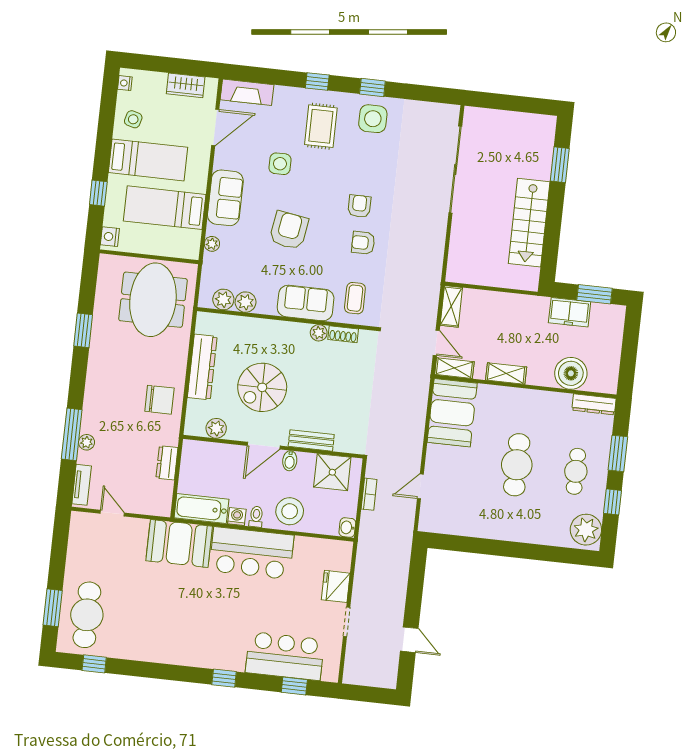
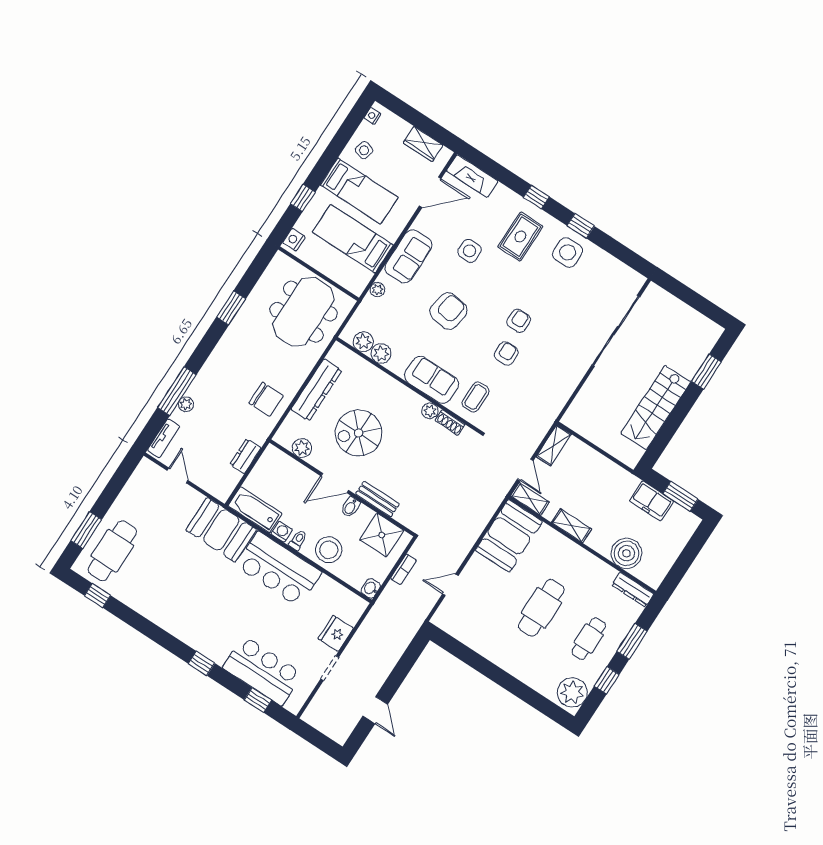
armchair: (363, 243) -> (506, 354), turned 90

